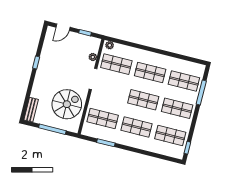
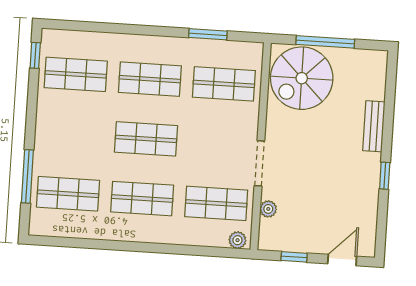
spiral stairs: (67, 104) -> (302, 78), moved
shop shelf: (177, 108) -> (72, 134), removed
bench: (31, 110) -> (374, 126), moved

